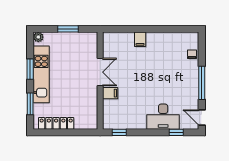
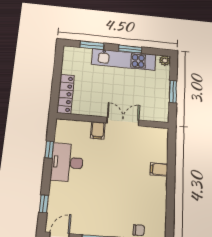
double door: (100, 72) -> (123, 121), swing flipped
desk: (163, 117) -> (67, 162), moved
locker: (56, 123) -> (66, 94), moved
window: (119, 132) -> (49, 149), moved

